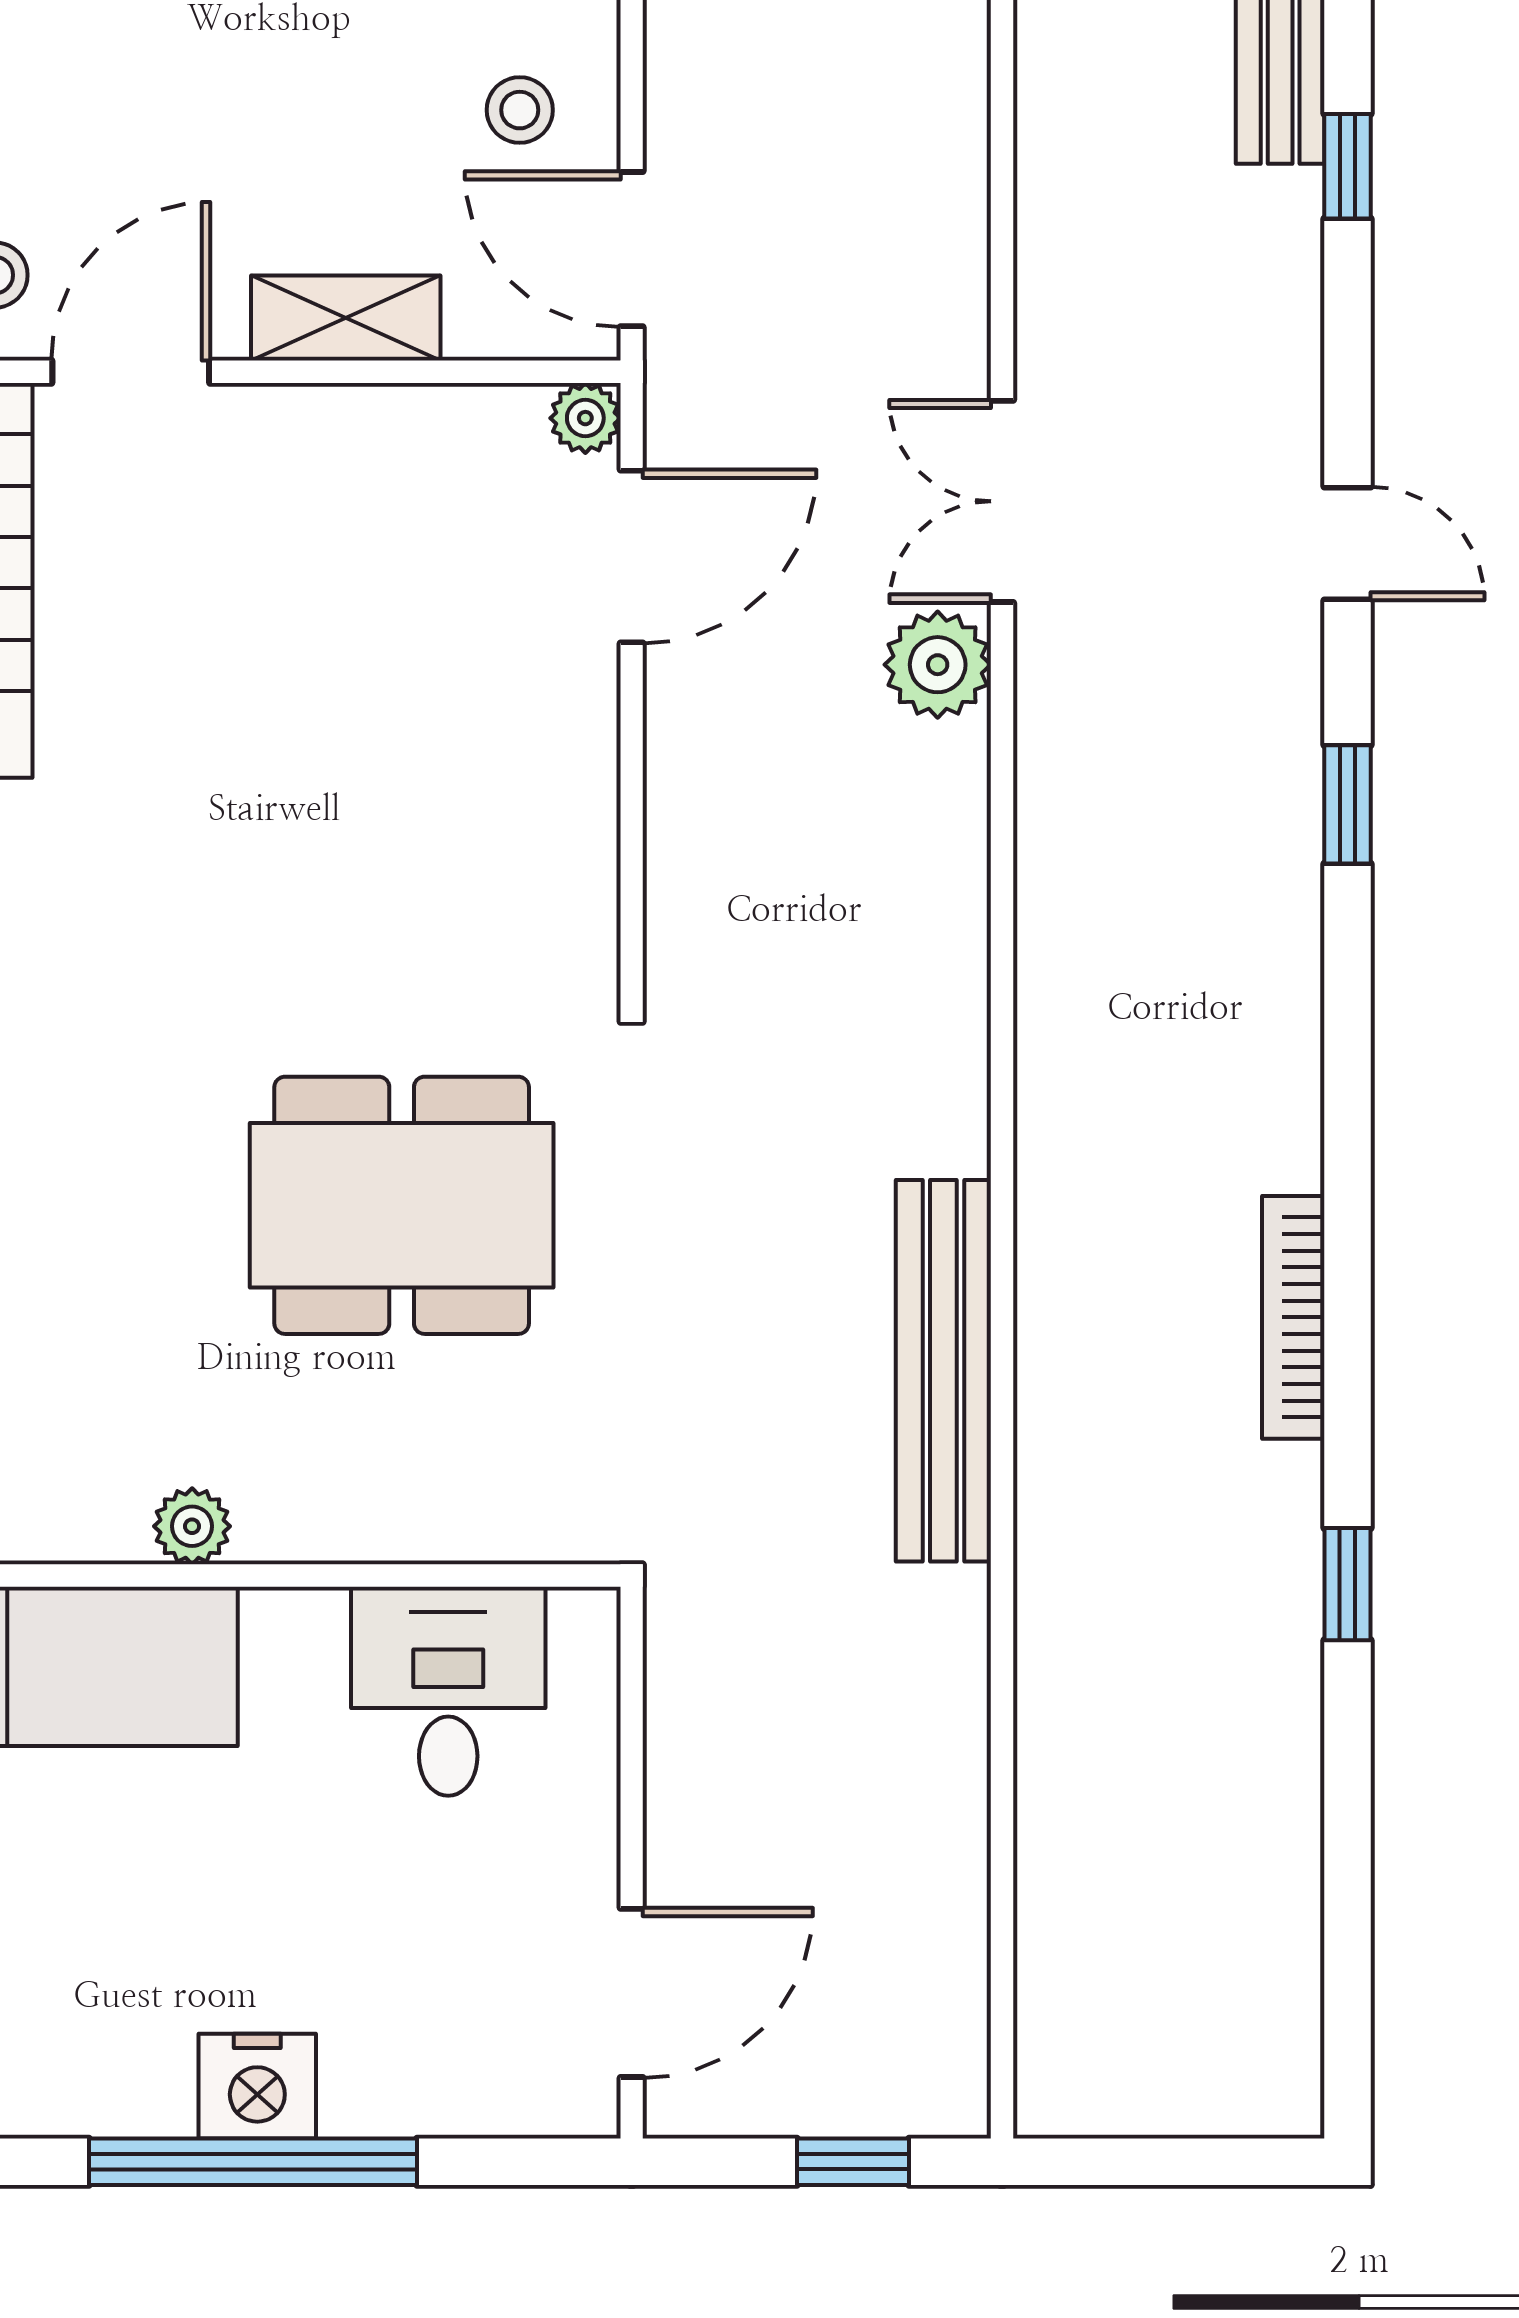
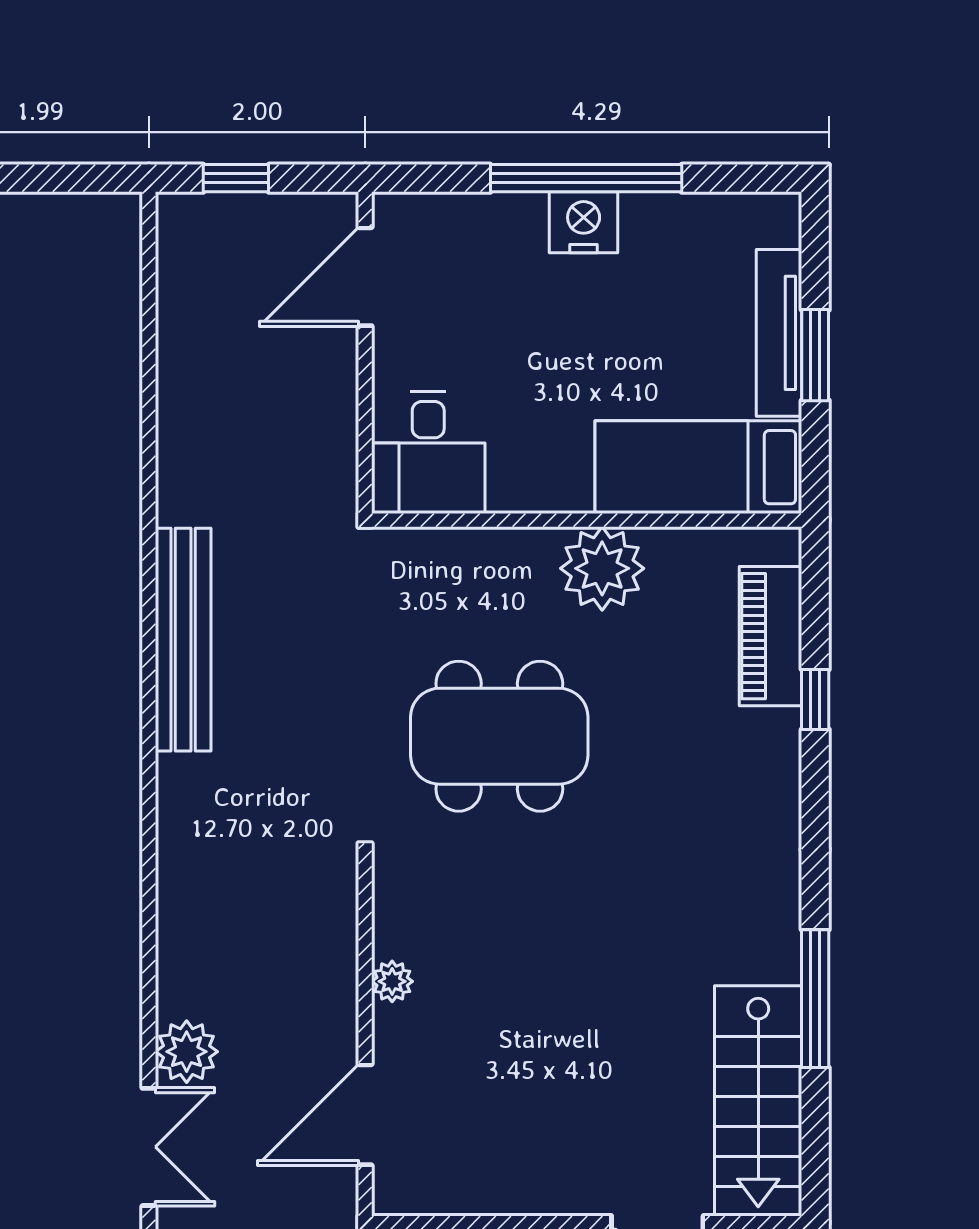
plant: (585, 418) -> (392, 981), moved
plant: (192, 1526) -> (602, 568), width x1.88, depth x1.88
desk: (448, 1691) -> (428, 453), moved

